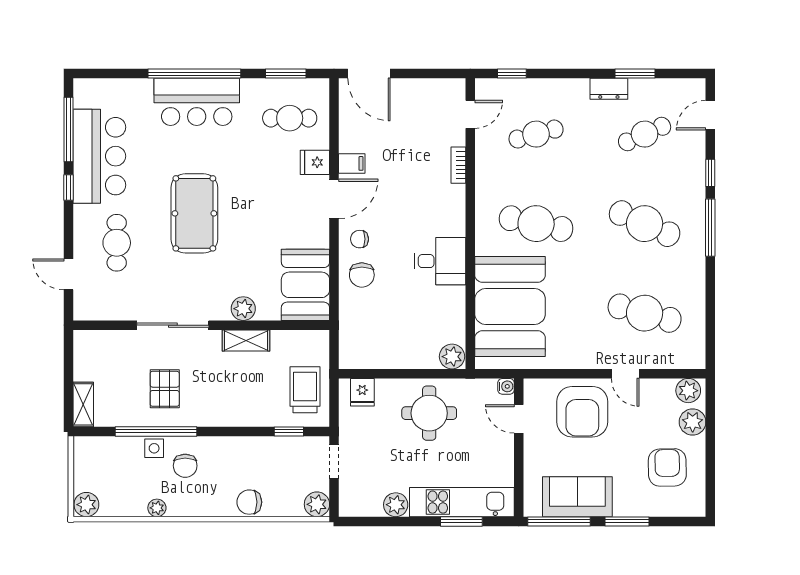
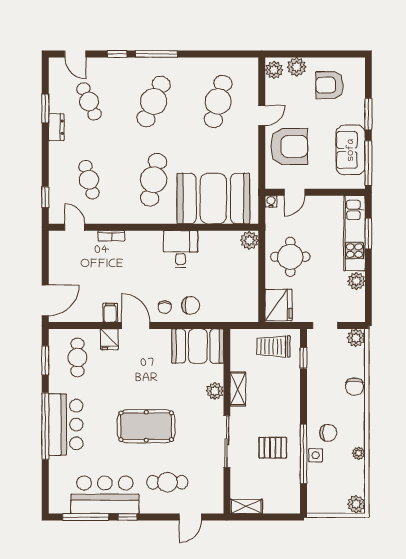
fridge: (362, 392) -> (279, 305), width x1.88, depth x1.34
shelving: (83, 404) -> (246, 506), moved

